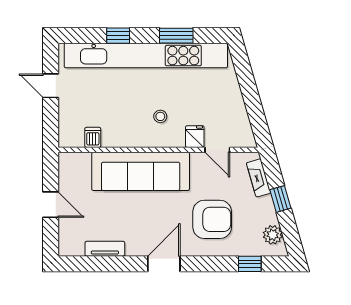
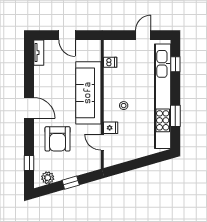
window: (118, 36) -> (175, 64), moved
door: (217, 150) -> (102, 142), hinge flipped
fireplace: (259, 178) -> (84, 169), removed
door: (51, 205) -> (67, 35), hinge flipped
tv unit: (105, 249) -> (39, 53), moved

